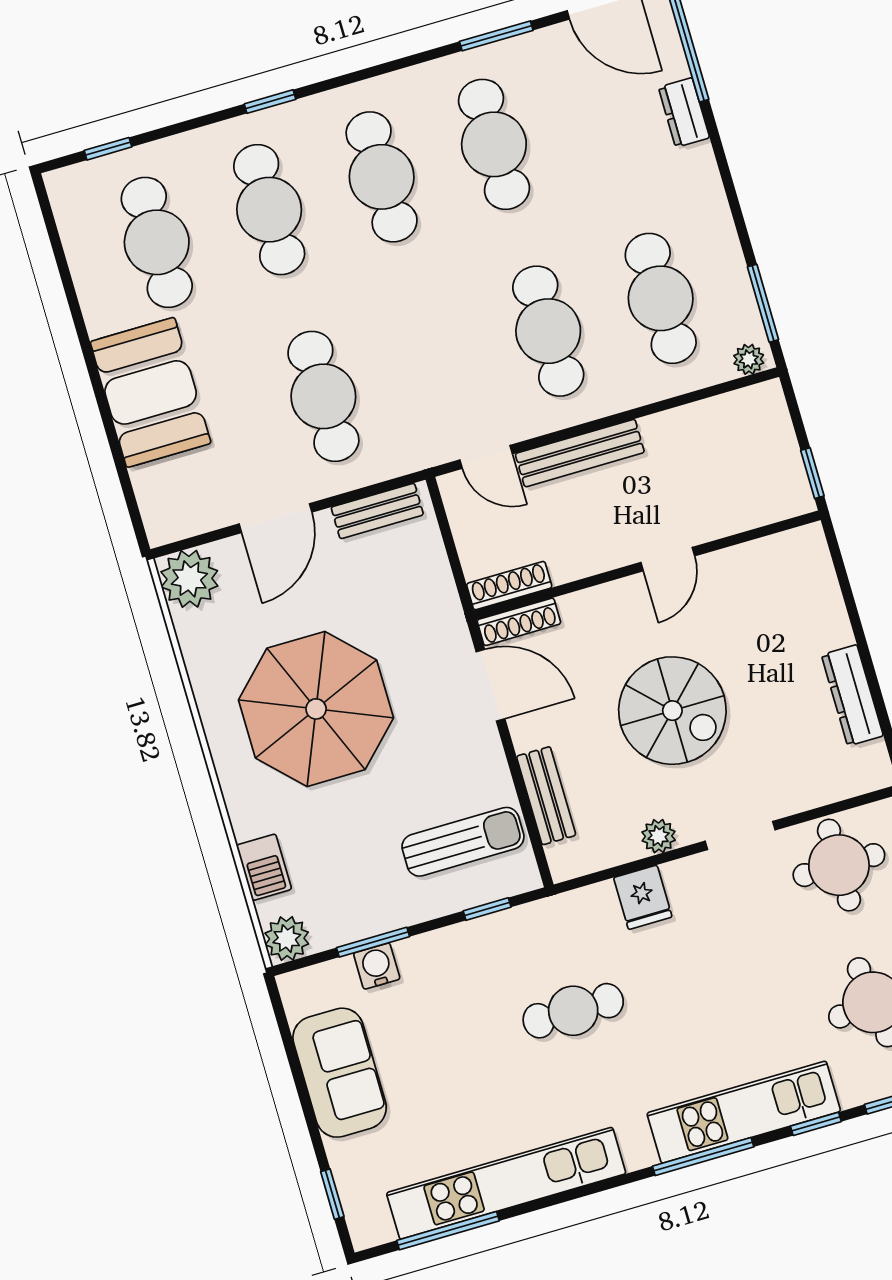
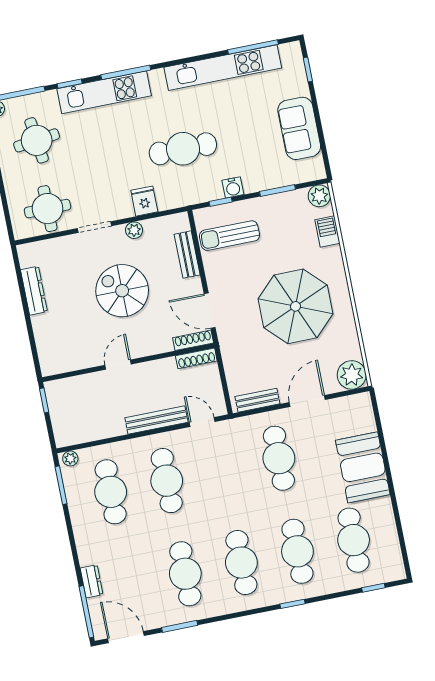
water cooler: (377, 966) -> (233, 187), moved
cafe table: (573, 1011) -> (183, 149), width x1.37, depth x1.35

